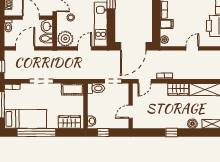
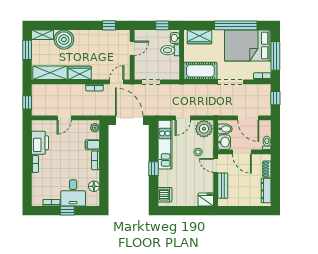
door: (133, 46) -> (129, 120), hinge flipped
door: (25, 48) -> (248, 118), hinge flipped
toilet: (96, 88) -> (170, 50), moved
cot: (73, 89) -> (200, 71), width x1.37, depth x1.34
bed: (25, 119) -> (248, 45), width x1.50
boiler: (192, 124) -> (64, 40), width x1.86, depth x1.86
window: (172, 132) -> (109, 25), moved

